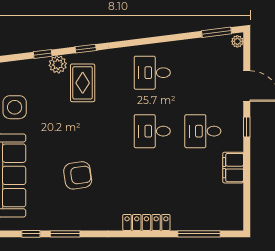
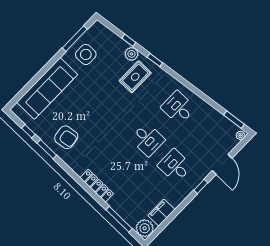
desk: (152, 131) -> (148, 139), turned 180
filing cabinet: (233, 168) -> (161, 213), moved
armchair: (78, 175) -> (66, 137), moved
plant: (232, 219) -> (145, 228), added

